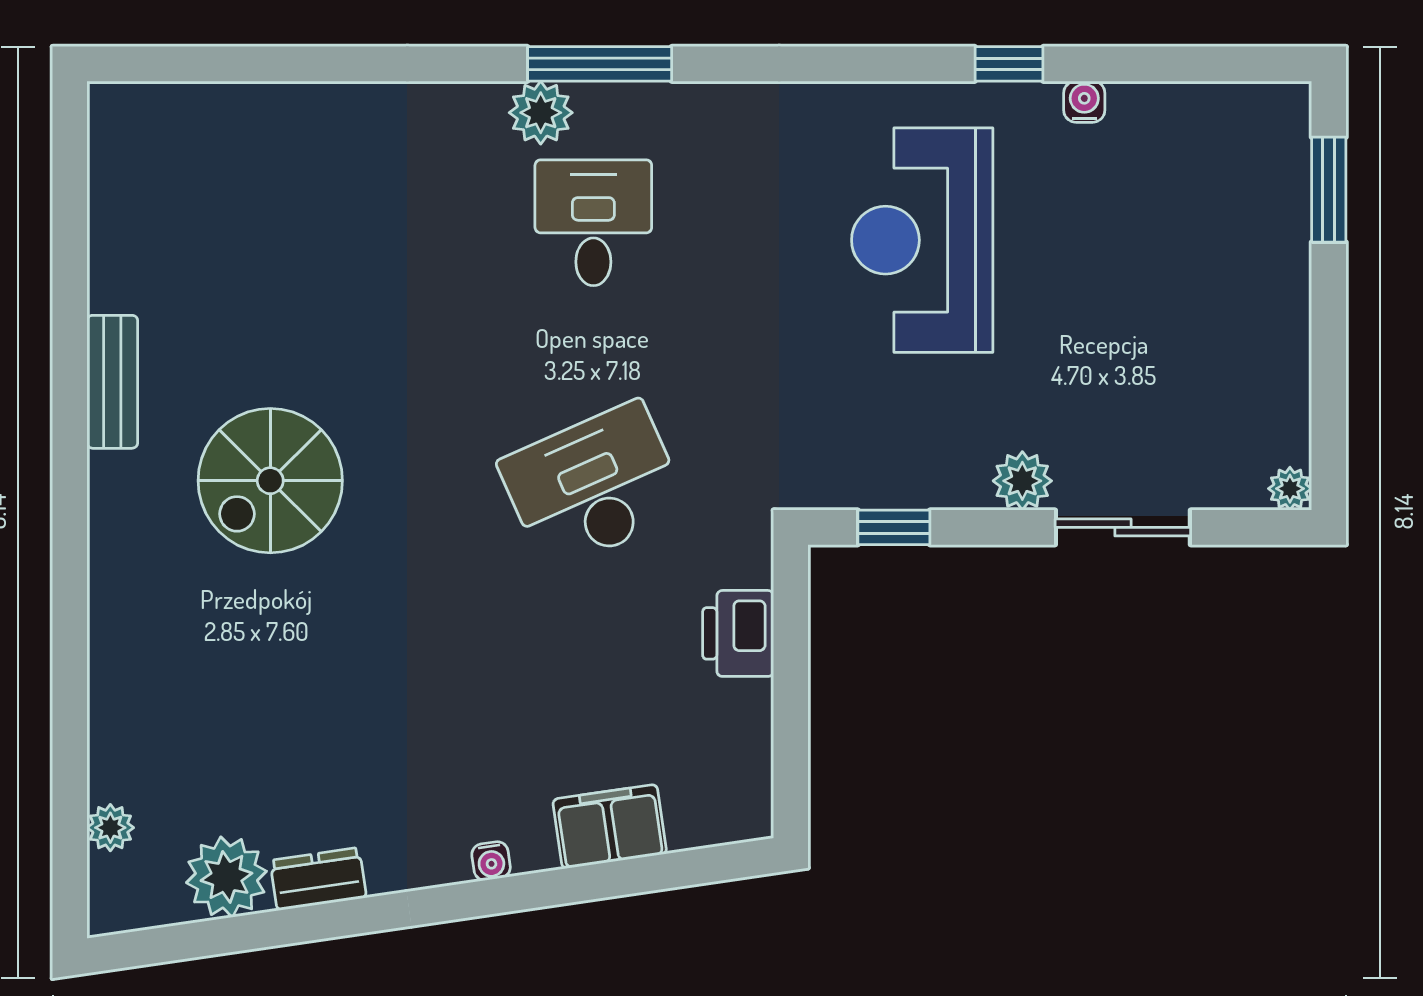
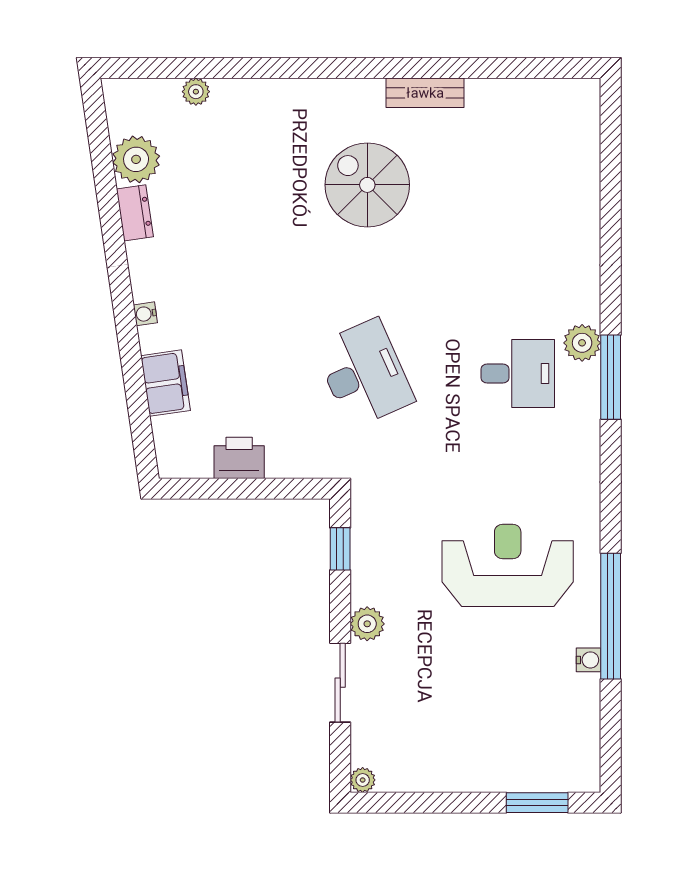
window: (1009, 64) -> (611, 616), width x3.17
printer: (738, 633) -> (239, 458), moved
plant: (110, 828) -> (196, 92), moved

